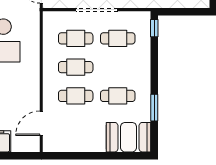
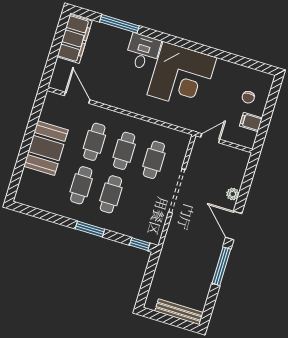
cafe table: (118, 38) -> (111, 194), moved
window: (154, 108) -> (90, 229), moved
booth: (129, 137) -> (46, 148), moved

